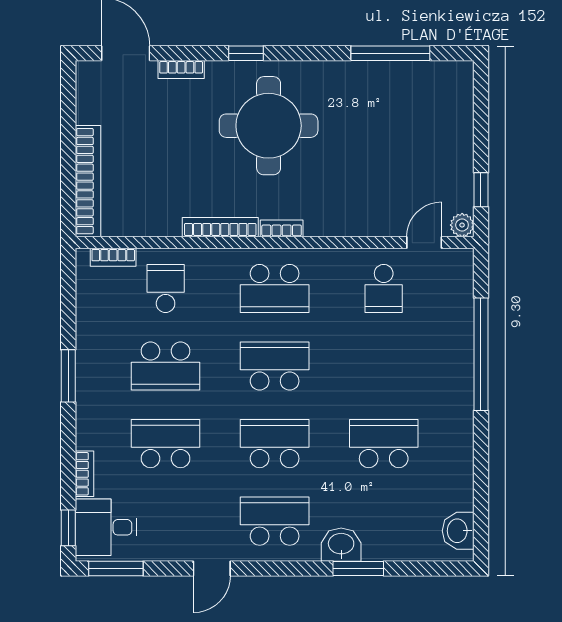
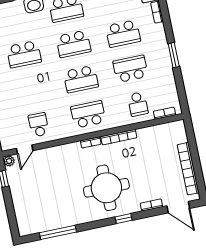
bookcase: (88, 181) -> (188, 169), moved

